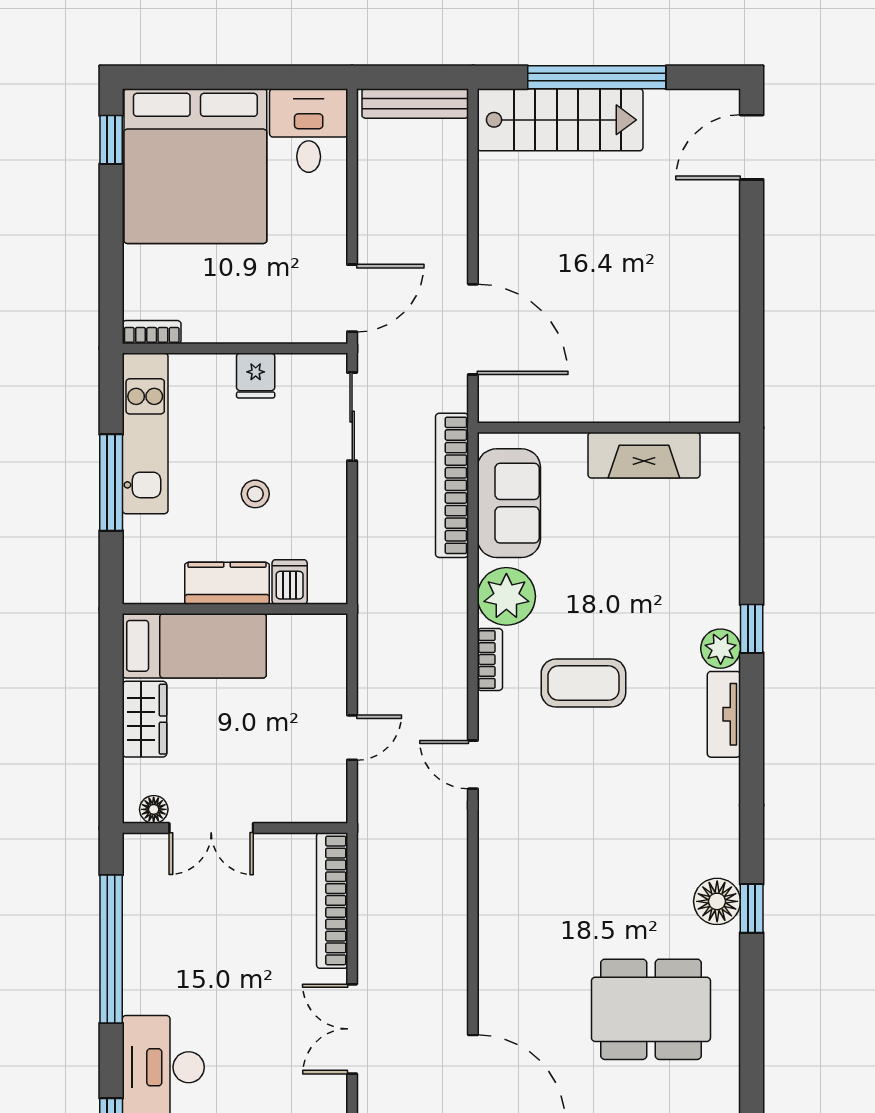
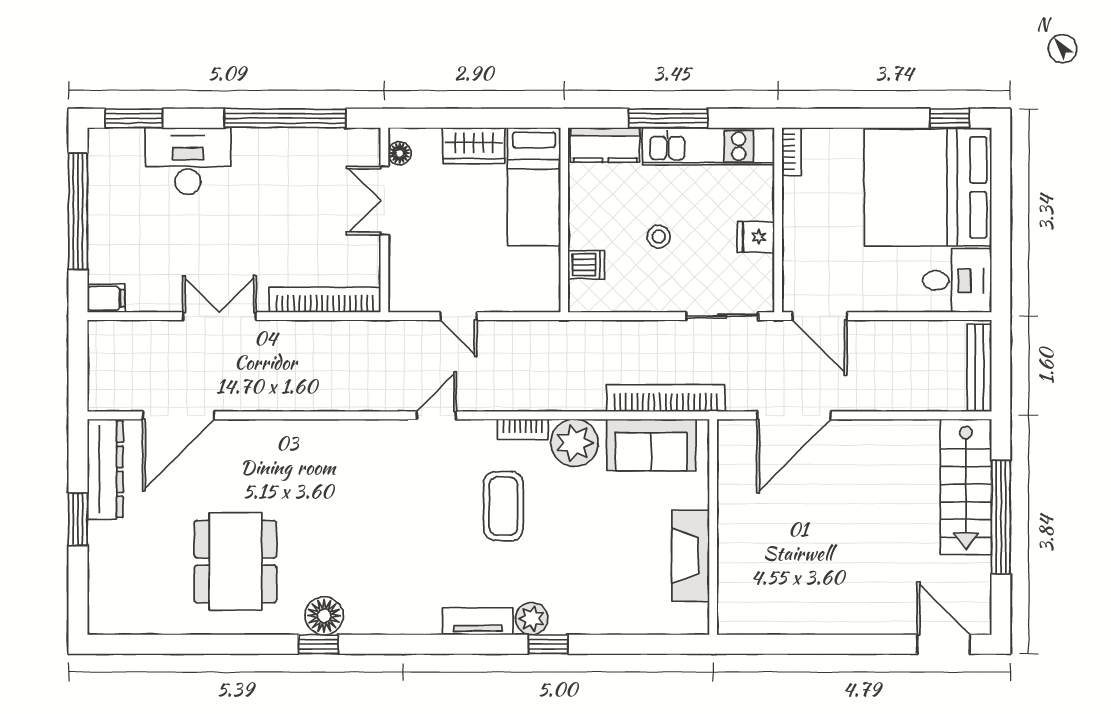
kitchen counter: (227, 583) -> (605, 145), moved, turned 90

